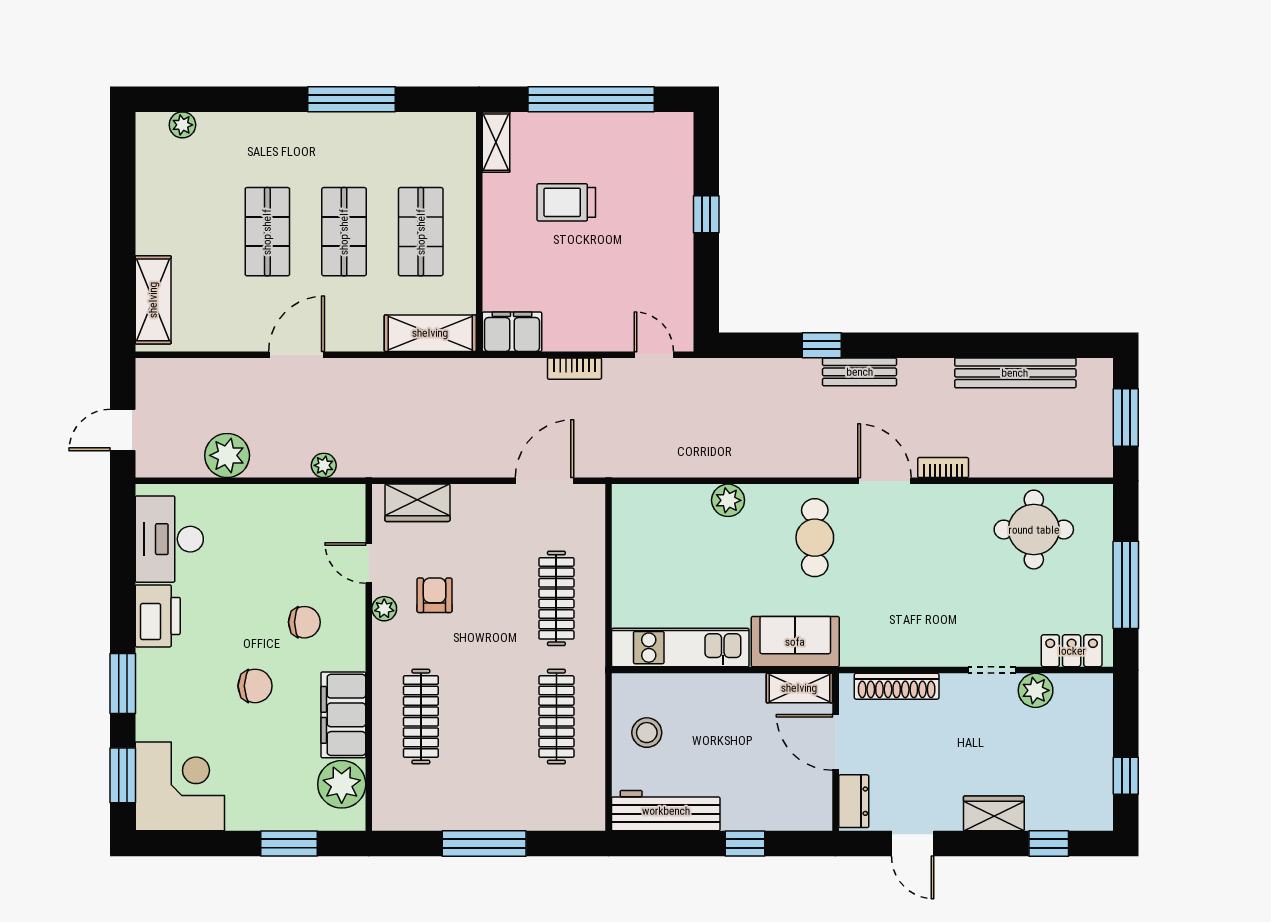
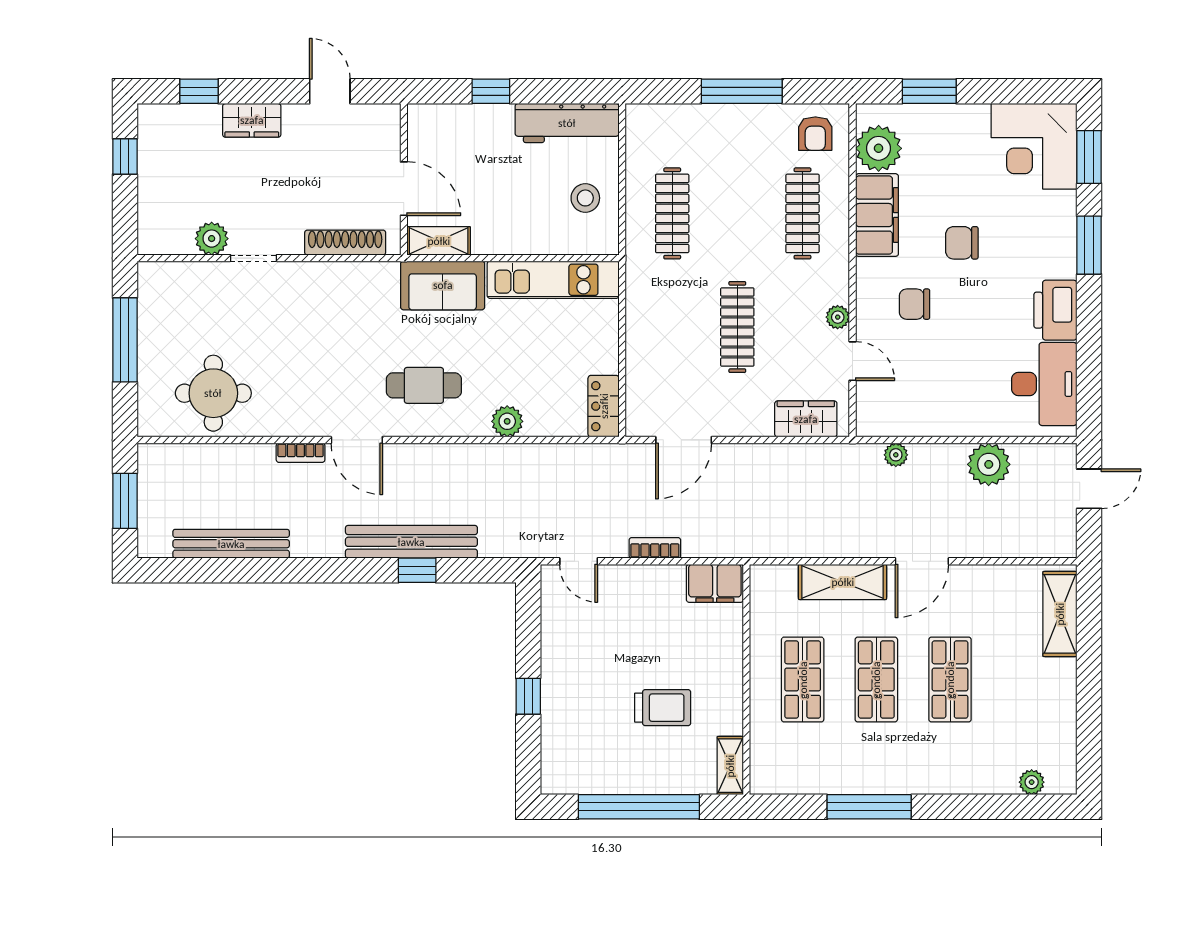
shelving: (430, 333) -> (843, 582), moved
bench: (860, 372) -> (411, 542), width x1.86, depth x1.21
cafe table: (815, 538) -> (424, 385), turned 90
armchair: (435, 595) -> (815, 134), moved
clothes rail: (556, 598) -> (737, 327), moved
locker: (1072, 651) -> (604, 406), moved, turned 90
dresser: (854, 801) -> (386, 132), removed

